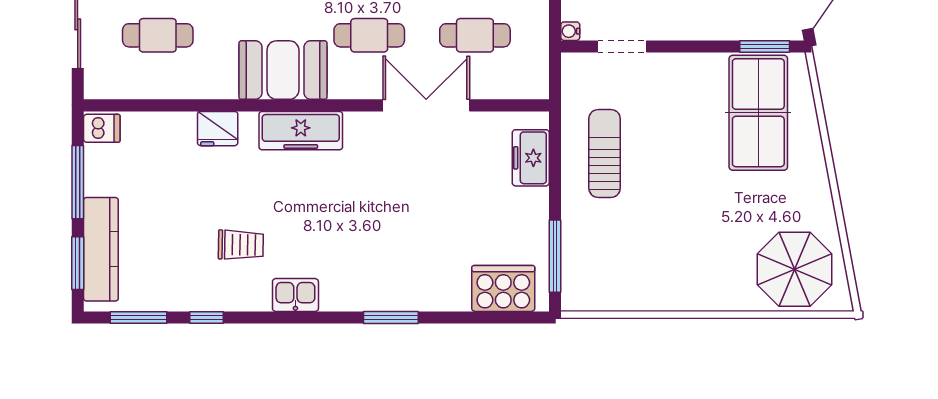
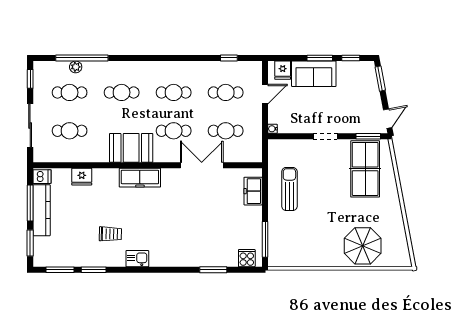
doorway: (622, 46) -> (325, 136), moved
fridge: (218, 129) -> (82, 177), moved
kitchen counter: (101, 249) -> (42, 210), moved
parasol: (794, 269) -> (363, 246), moved
cooker: (503, 288) -> (247, 258), width x0.53, depth x0.76
window: (207, 318) -> (94, 270), width x1.50
window: (391, 318) -> (213, 270), moved

